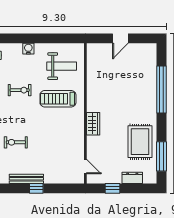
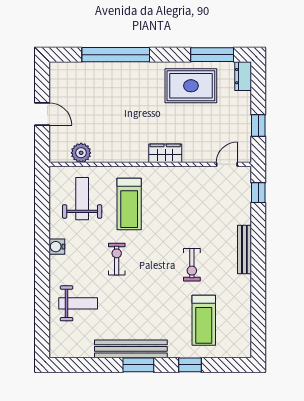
plant: (93, 65) -> (81, 153), added
dresser: (132, 178) -> (243, 76), moved
window: (36, 188) -> (258, 193), moved

